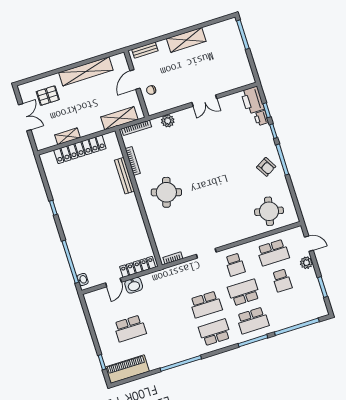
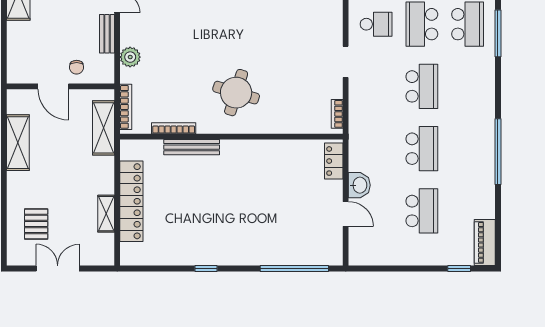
bench: (145, 50) -> (107, 34), moved
shelving: (86, 71) -> (18, 143), width x0.68
locker: (138, 267) -> (334, 161), width x0.66
washbasin: (83, 279) -> (327, 258), removed
school desk: (215, 332) -> (422, 149), moved, turned 180
piano: (127, 369) -> (485, 242), width x0.73, depth x0.75

